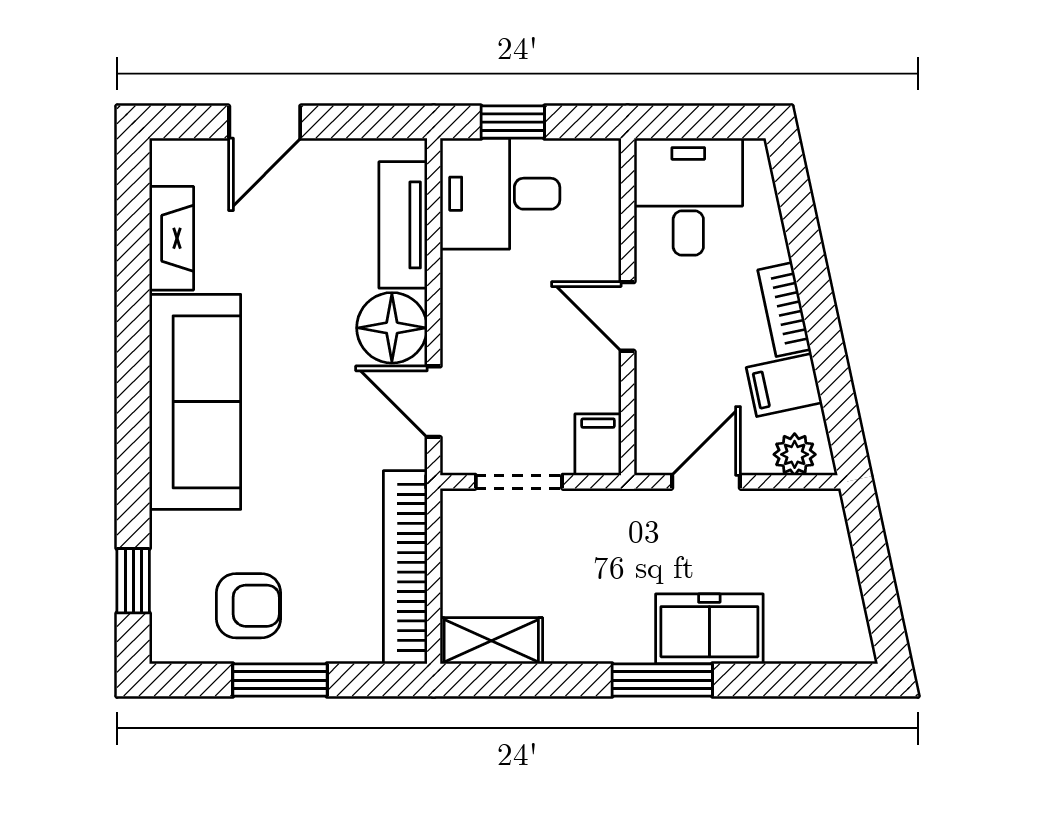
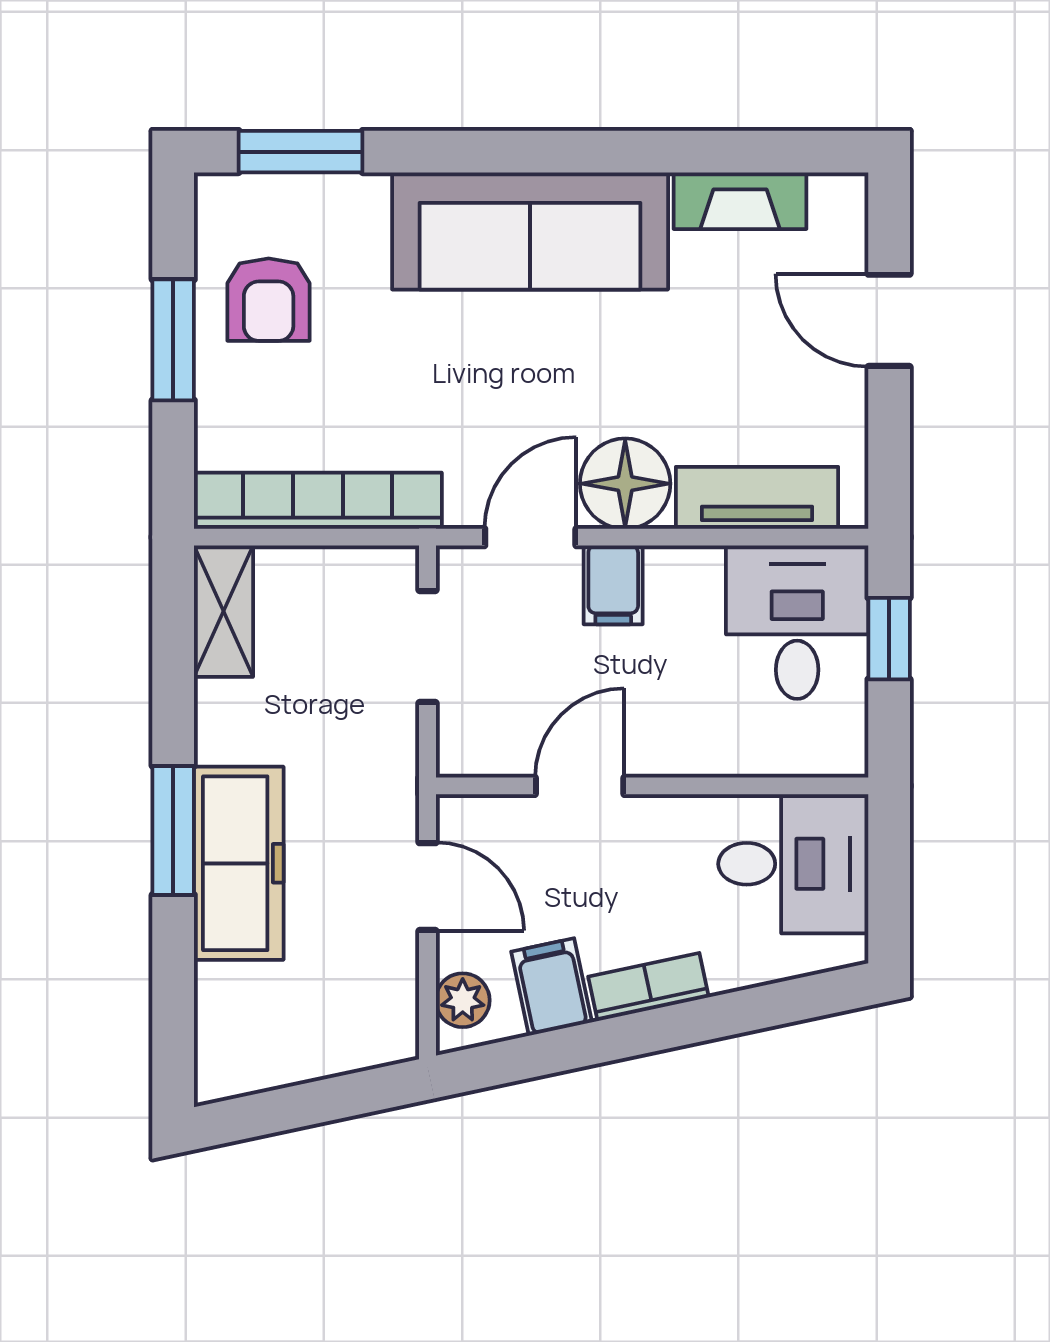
door: (628, 316) -> (580, 786), moved
filing cabinet: (598, 445) -> (613, 585), moved, turned 90
window: (133, 581) -> (301, 152), width x1.50
freezer: (709, 629) -> (239, 863), width x1.40

